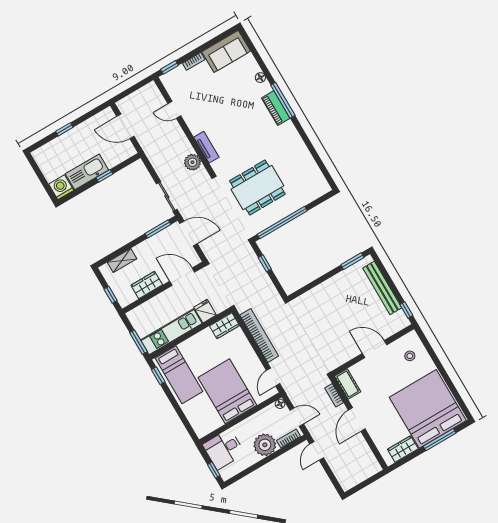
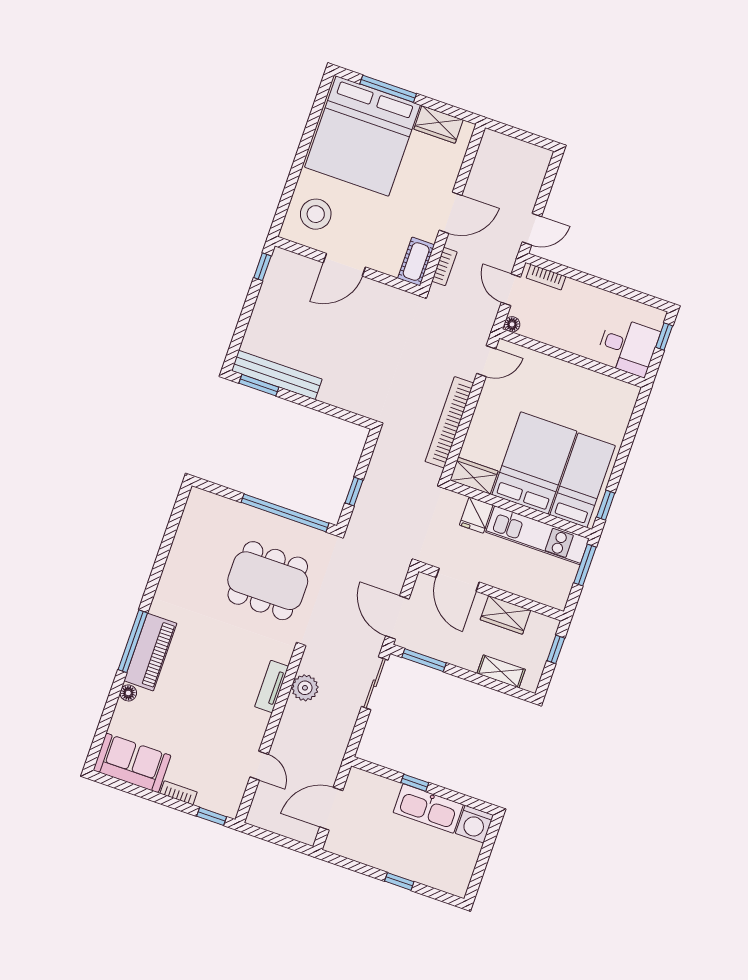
piano: (276, 108) -> (150, 652), width x1.37, depth x1.33
door: (125, 126) -> (331, 809), swing flipped
bench: (382, 288) -> (277, 375), moved, turned 90
door: (375, 349) -> (344, 265), hinge flipped
stool: (410, 356) -> (316, 214), width x1.89, depth x1.89
bed: (227, 391) -> (534, 463), moved, turned 180
plant: (265, 445) -> (579, 300), removed

